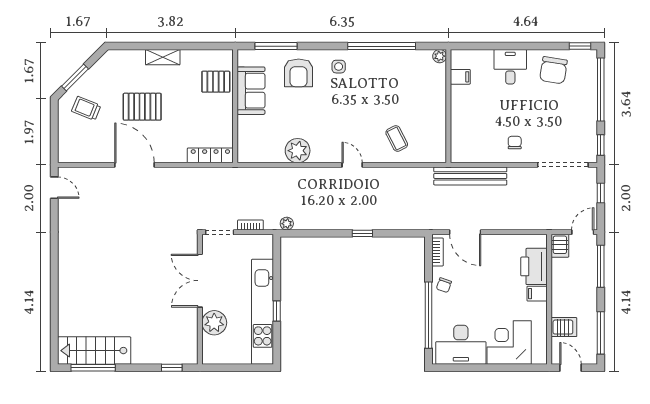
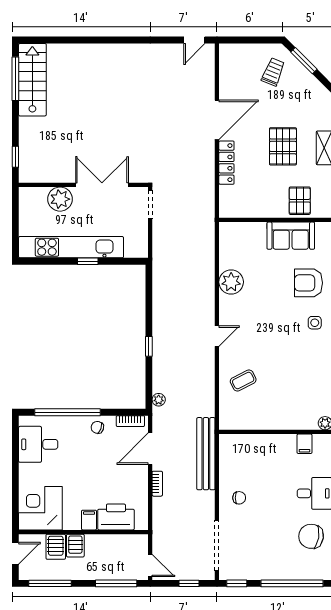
pallet: (142, 107) -> (283, 146), moved
locker: (210, 155) -> (226, 163), moved
plant: (287, 224) -> (159, 400), moved
bookcase: (250, 225) -> (157, 484), moved
server rack: (560, 246) -> (75, 546), moved, turned -90
window: (277, 311) -> (88, 261), moved
corner desk: (509, 342) -> (40, 508), moved, turned -90
desk: (461, 345) -> (38, 444), width x0.73

